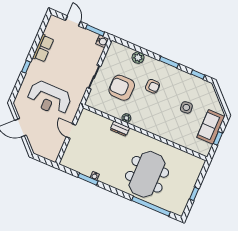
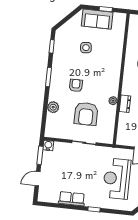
reception desk: (49, 98) -> (117, 179), turned 180

